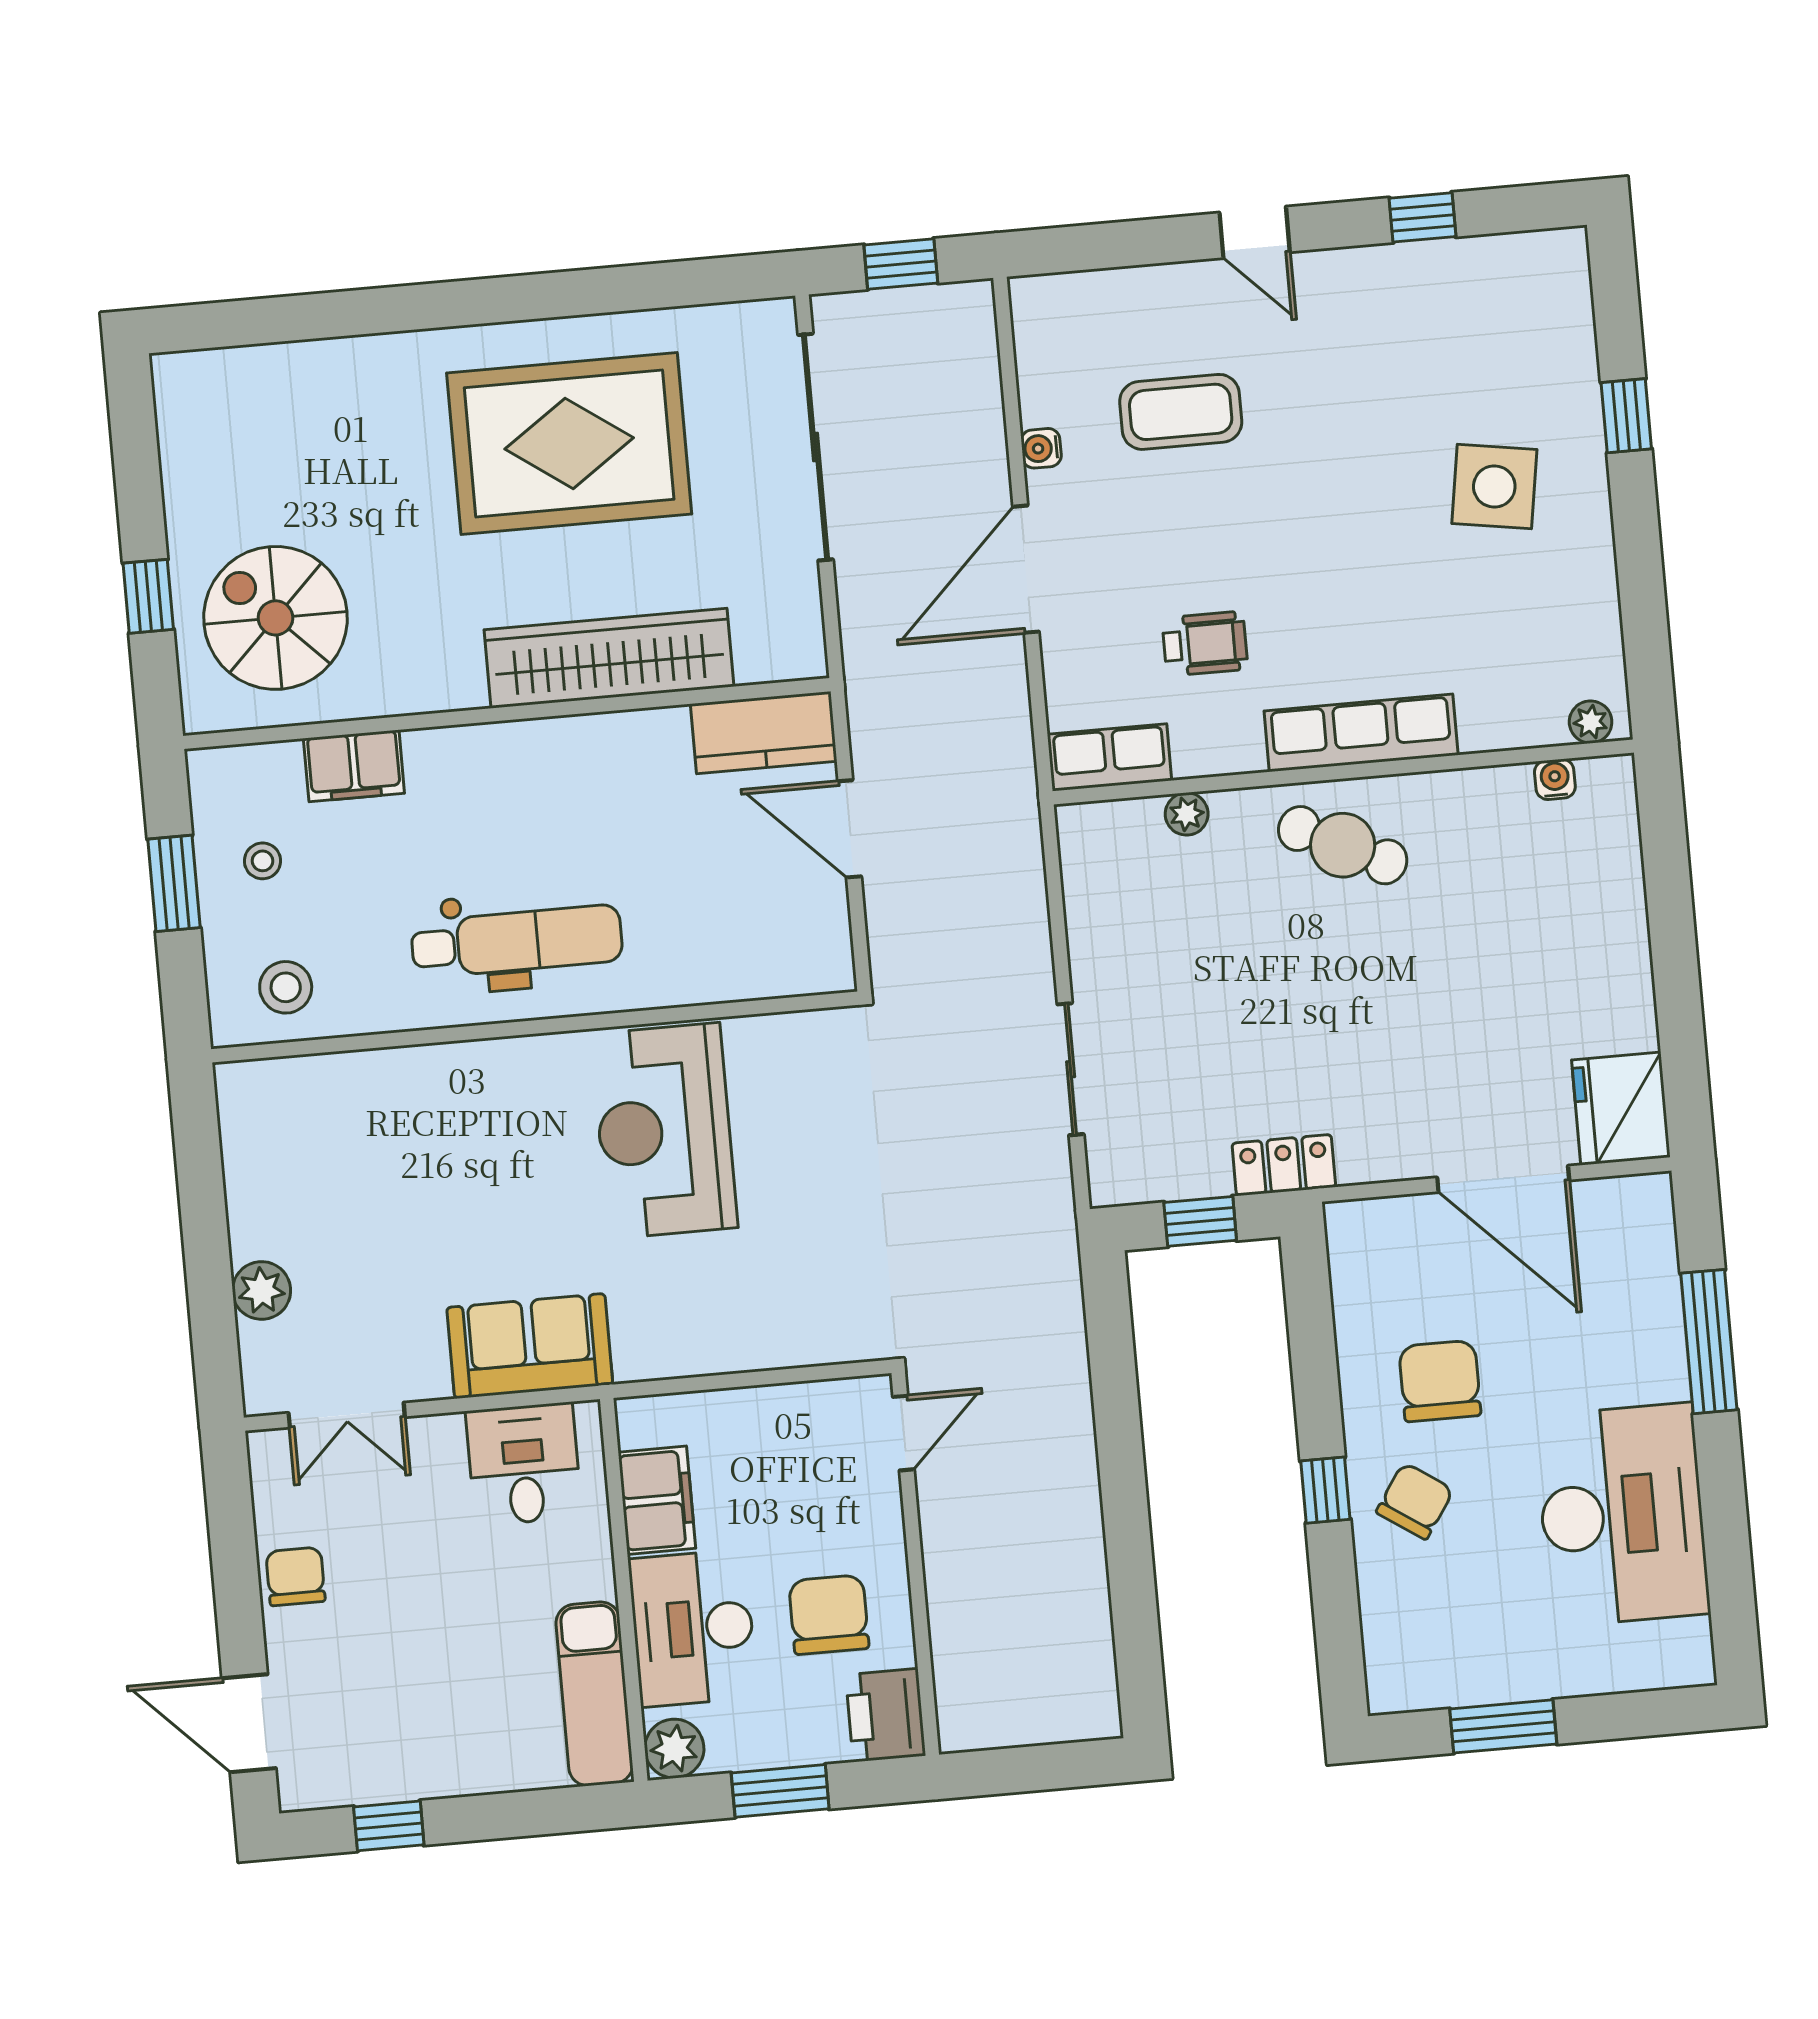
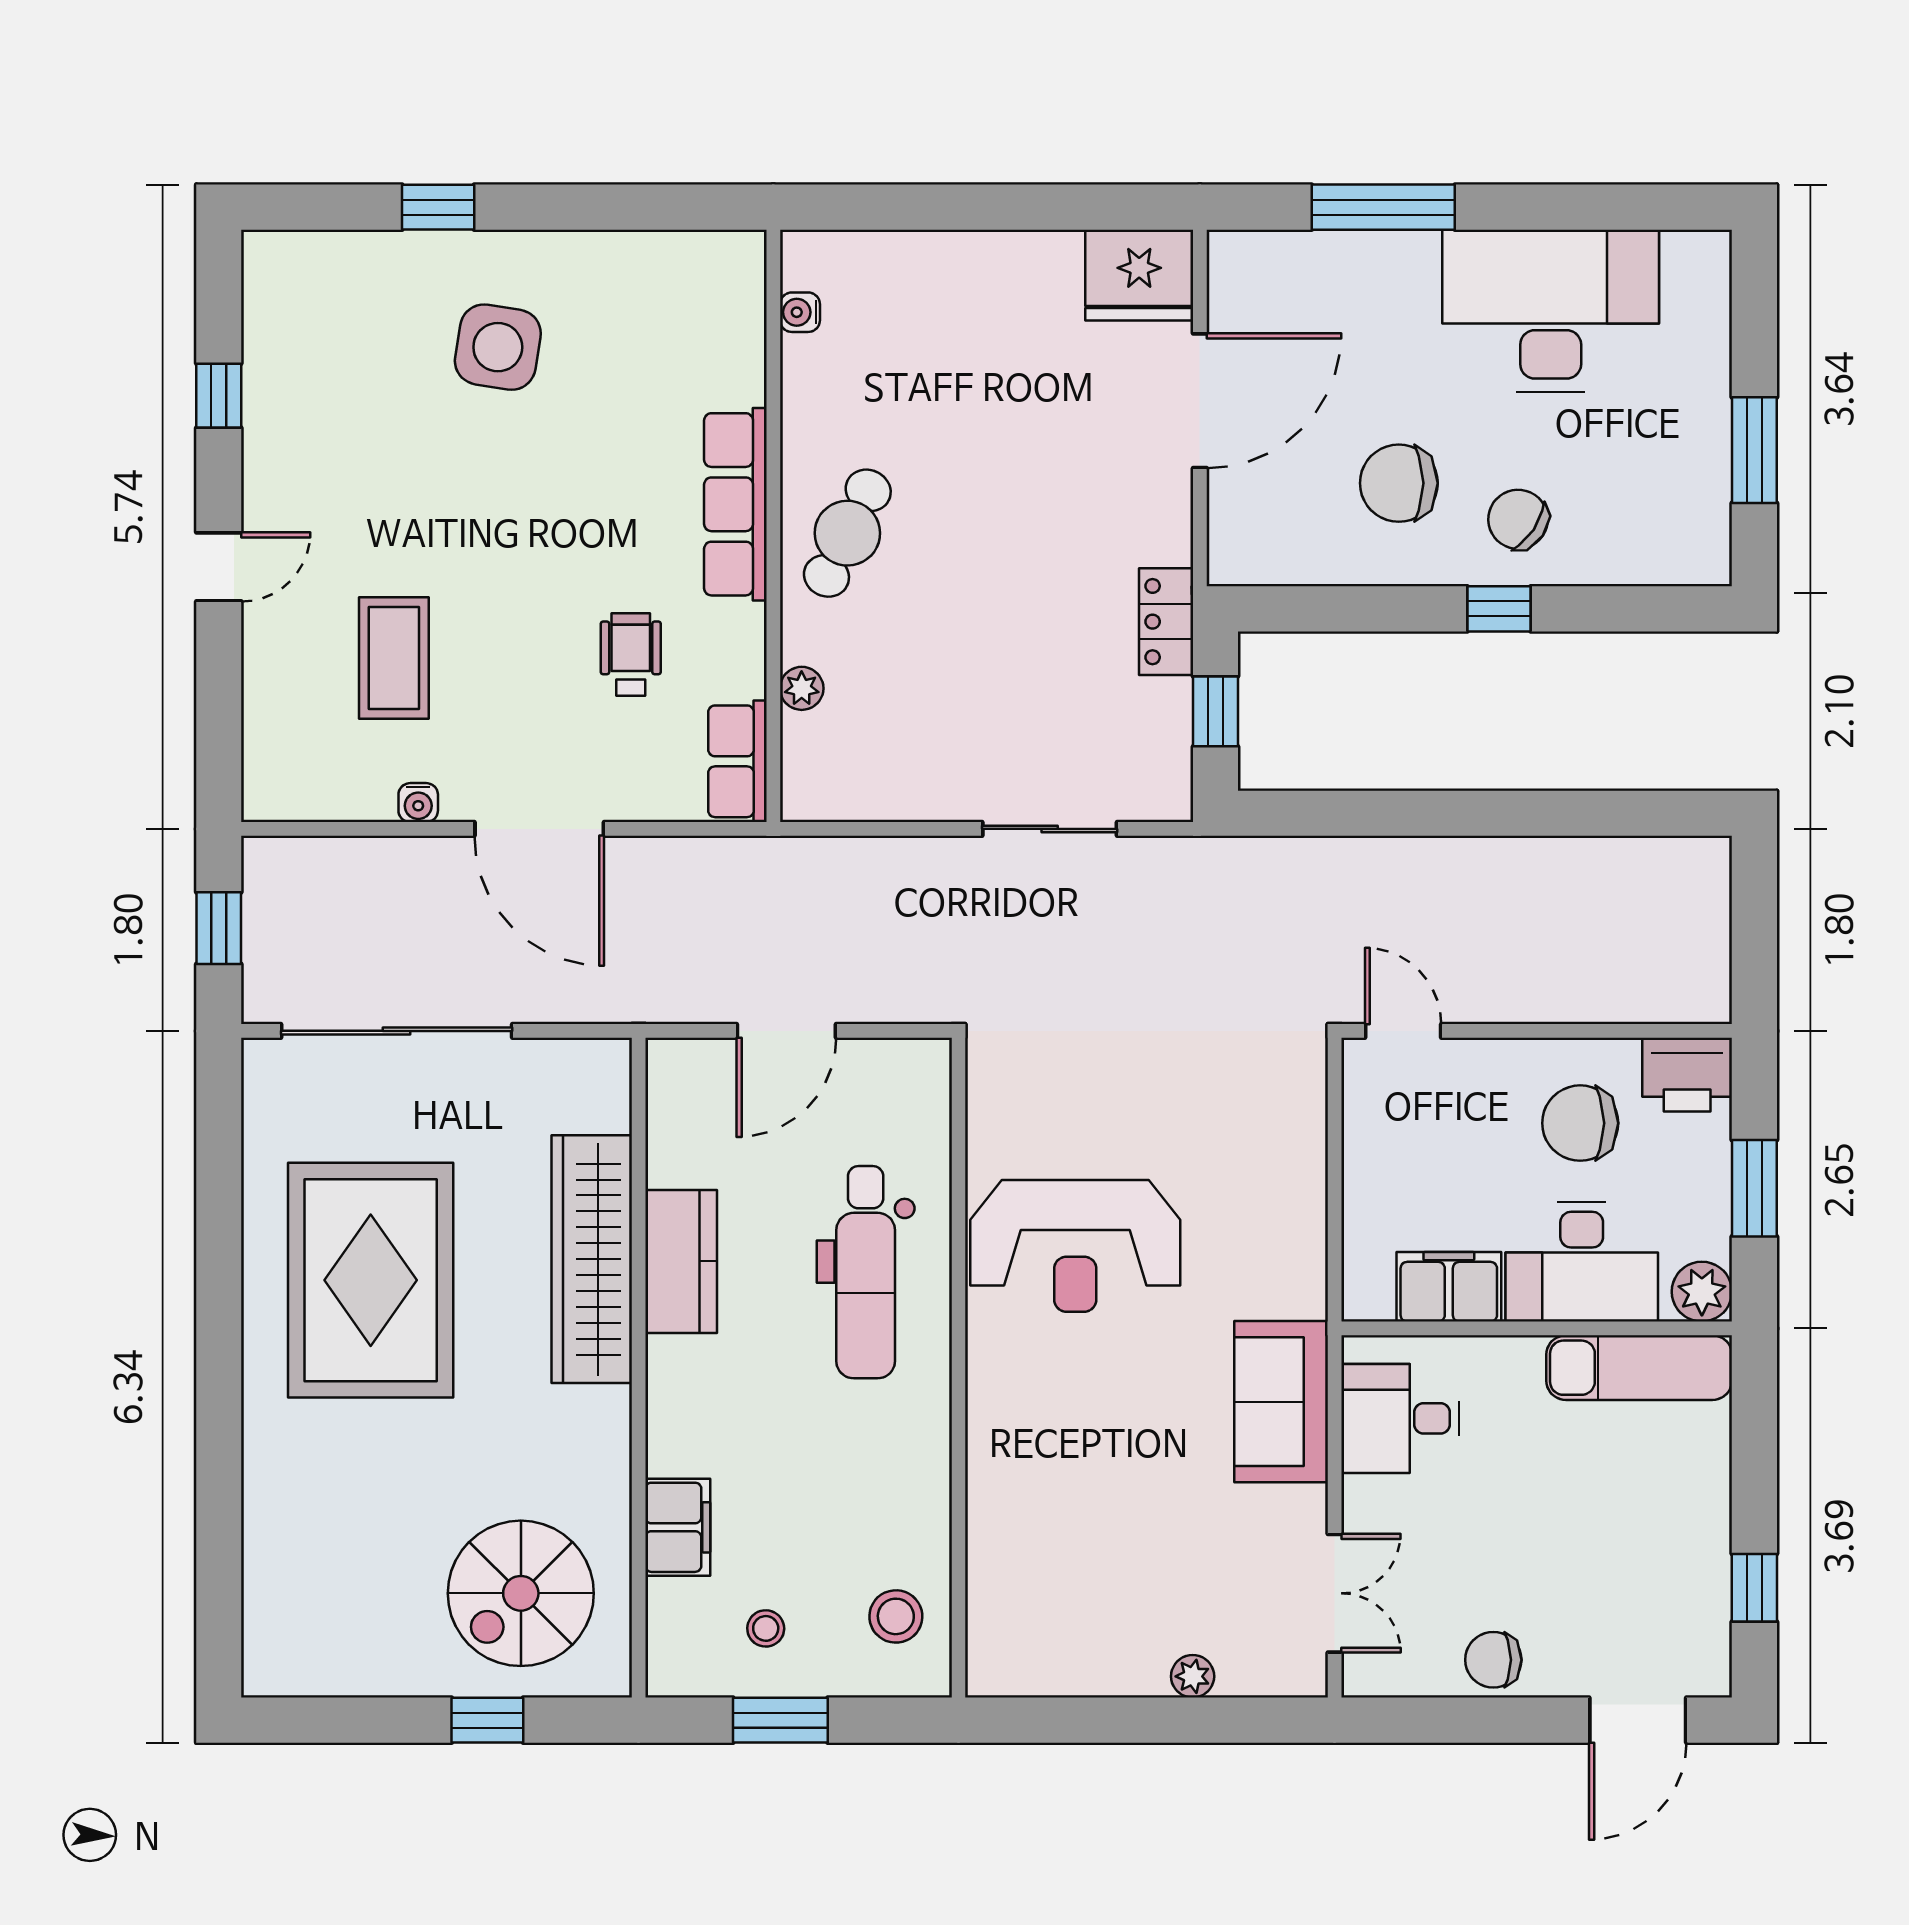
plant: (1591, 722) -> (745, 271), removed
kitchen counter: (764, 733) -> (681, 1261), moved
dental chair: (517, 941) -> (866, 1272), moved, turned 180
plant: (262, 1290) -> (1193, 1676), width x0.73, depth x0.73

